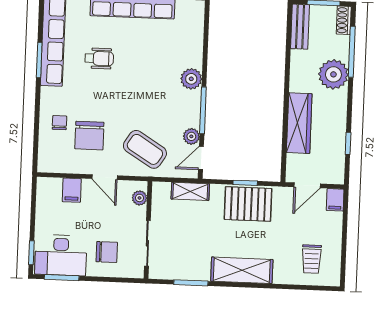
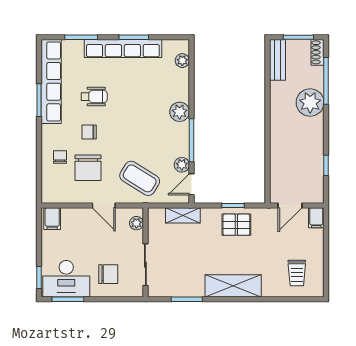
plant: (196, 23) -> (182, 61), added
chair: (92, 97) -> (89, 132), added
wardrobe: (299, 123) -> (280, 149), removed
filing cabinet: (72, 190) -> (52, 219), moved
pallet: (248, 204) -> (236, 225), width x0.67, depth x0.71

